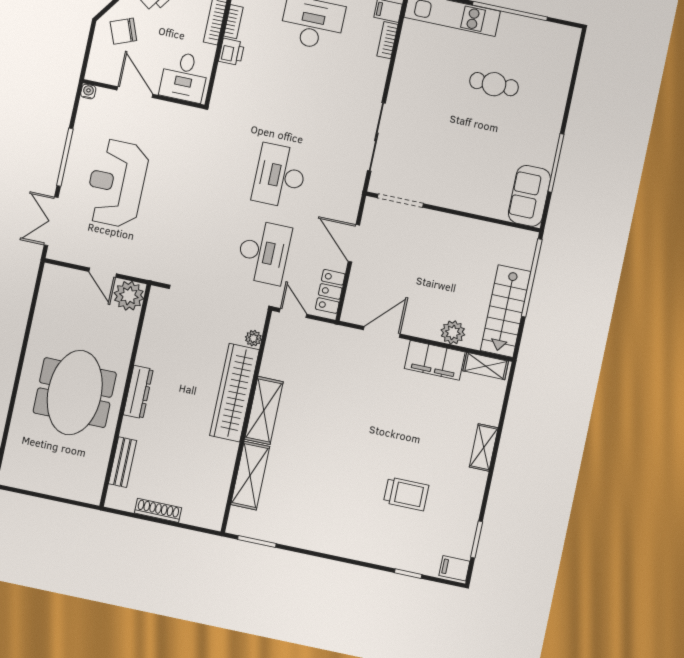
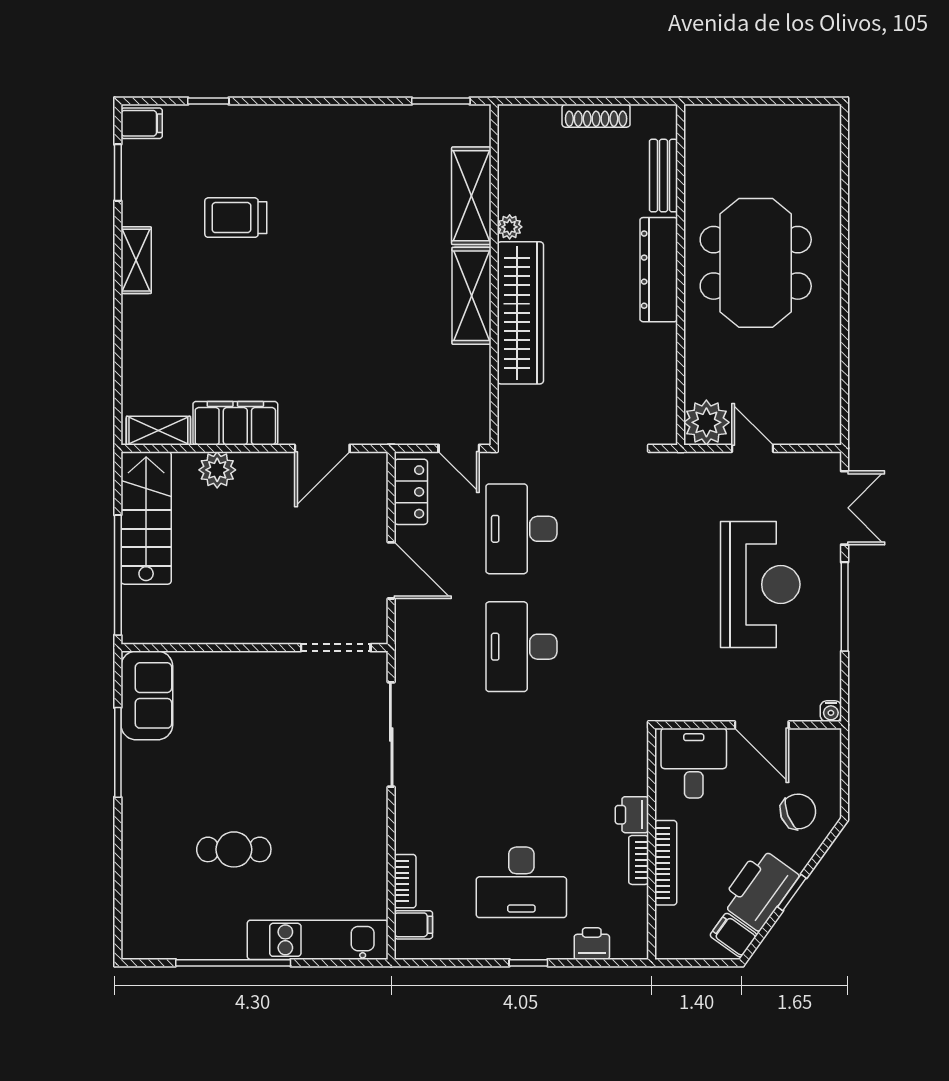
desk: (280, 176) -> (521, 647), turned 180
plant: (253, 338) -> (510, 227), moved
dresser: (138, 392) -> (659, 270), width x1.37, depth x1.24
shelving: (484, 447) -> (136, 260), moved

